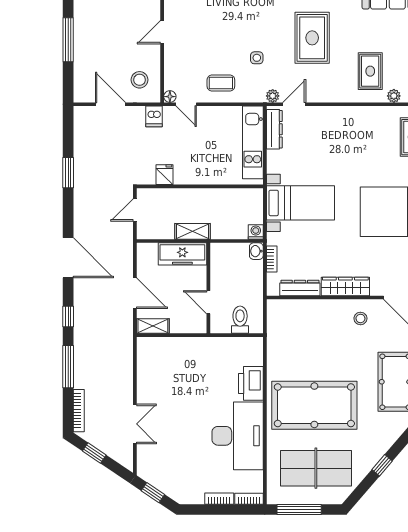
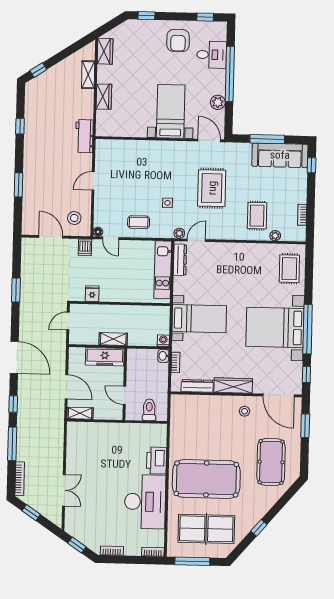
window: (68, 40) -> (19, 185), width x0.69
bookcase: (219, 499) -> (112, 551), moved

